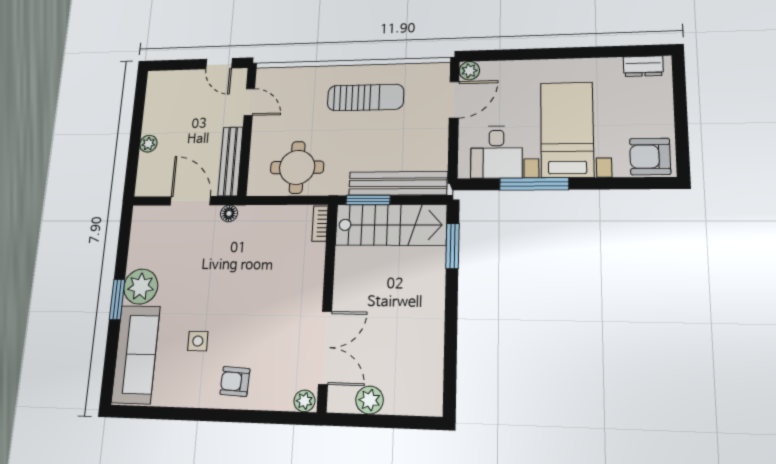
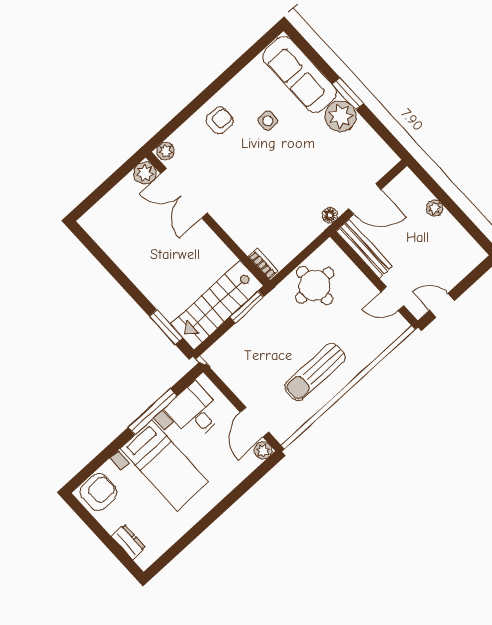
dresser: (643, 66) -> (128, 542), moved, turned 90
bench: (398, 183) -> (238, 335), removed
plant: (370, 400) -> (145, 173), moved

